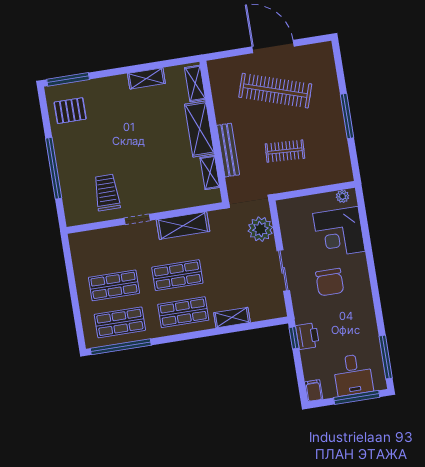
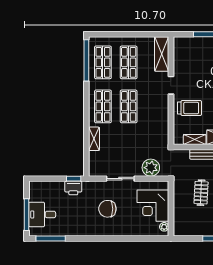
trolley: (107, 193) -> (190, 108), moved
shelving: (183, 226) -> (162, 54), moved
corner desk: (339, 232) -> (153, 206), moved, turned -90
filing cabinet: (314, 391) -> (36, 186), removed

